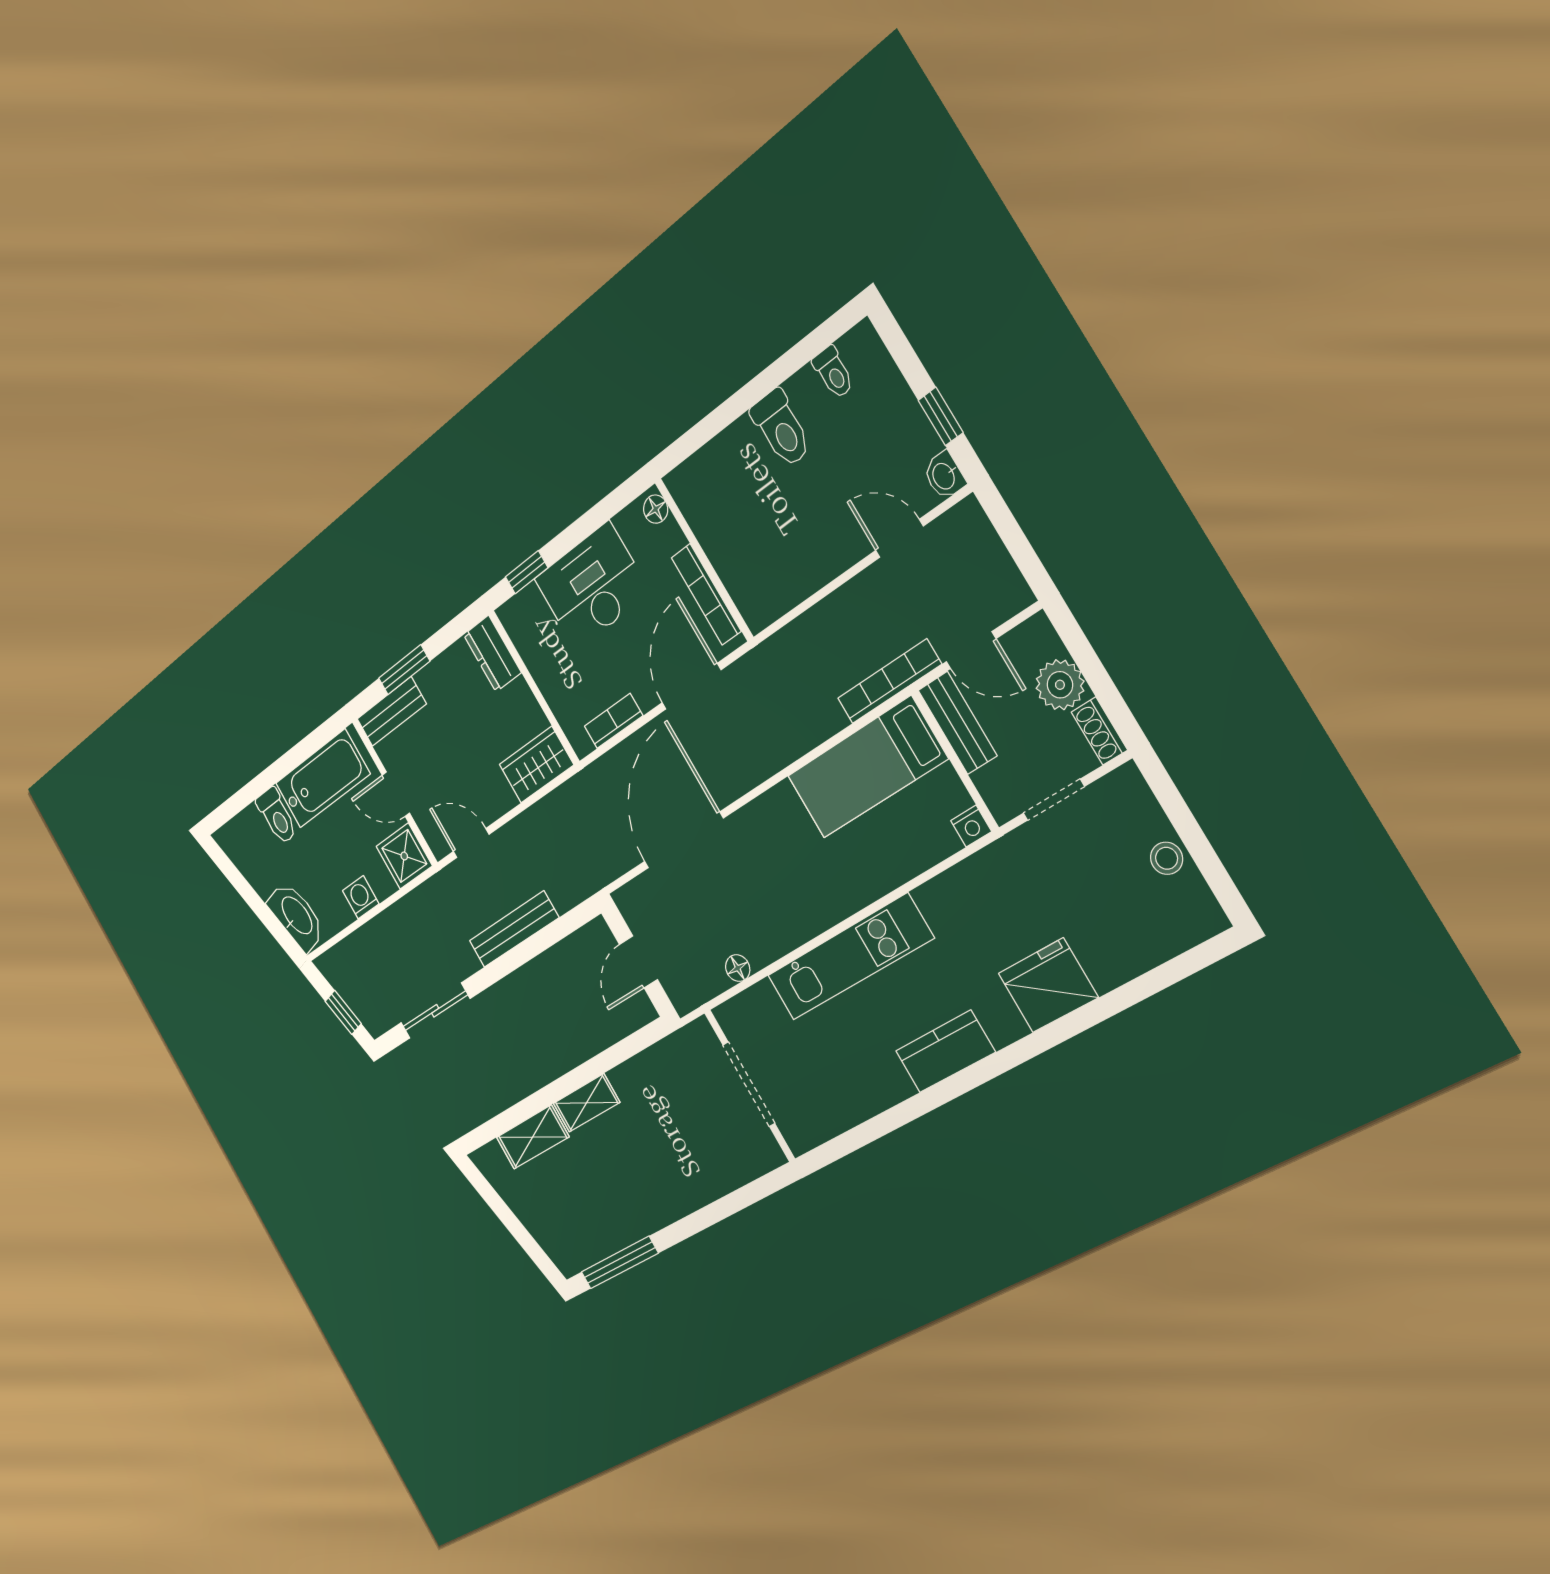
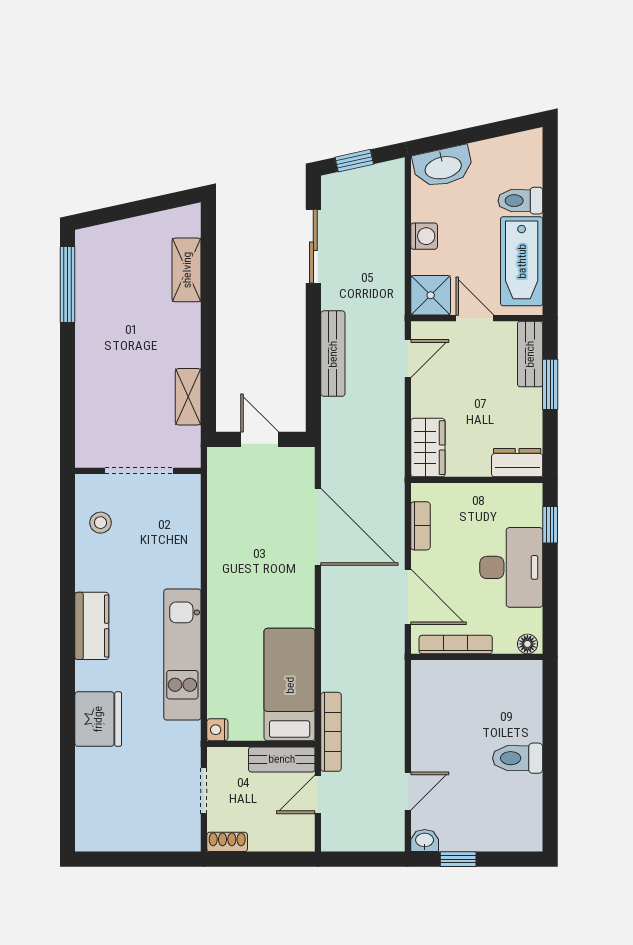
toilet: (833, 372) -> (526, 811), removed
plant: (1060, 685) -> (266, 835), removed
door: (396, 794) -> (475, 318), hinge flipped
stool: (1167, 858) -> (101, 523), moved
kitchen unit: (850, 957) -> (182, 654), moved
floor lamp: (738, 968) -> (217, 513), removed
shelving: (586, 1103) -> (188, 397), moved

